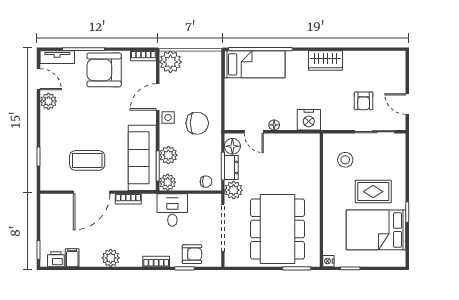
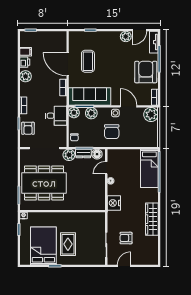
wardrobe: (326, 60) -> (152, 219), width x1.50
stool: (345, 160) -> (88, 226), removed
printer: (56, 259) -> (25, 62), moved

